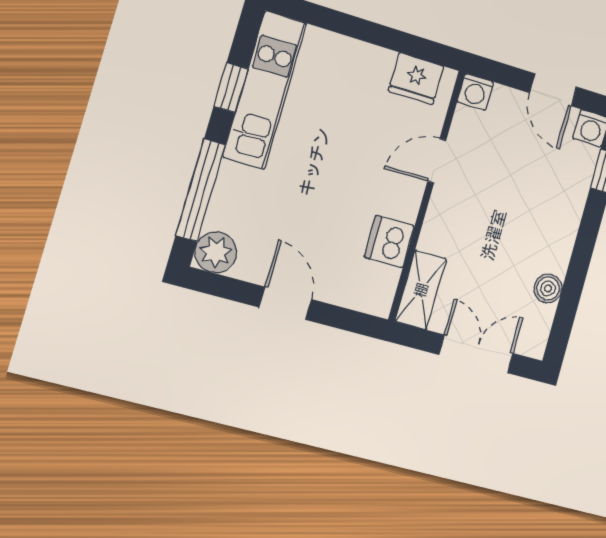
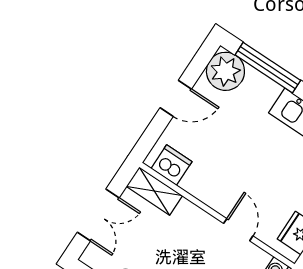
dishwasher: (389, 242) -> (171, 165), moved
plant: (216, 252) -> (225, 71), width x1.36, depth x1.36

